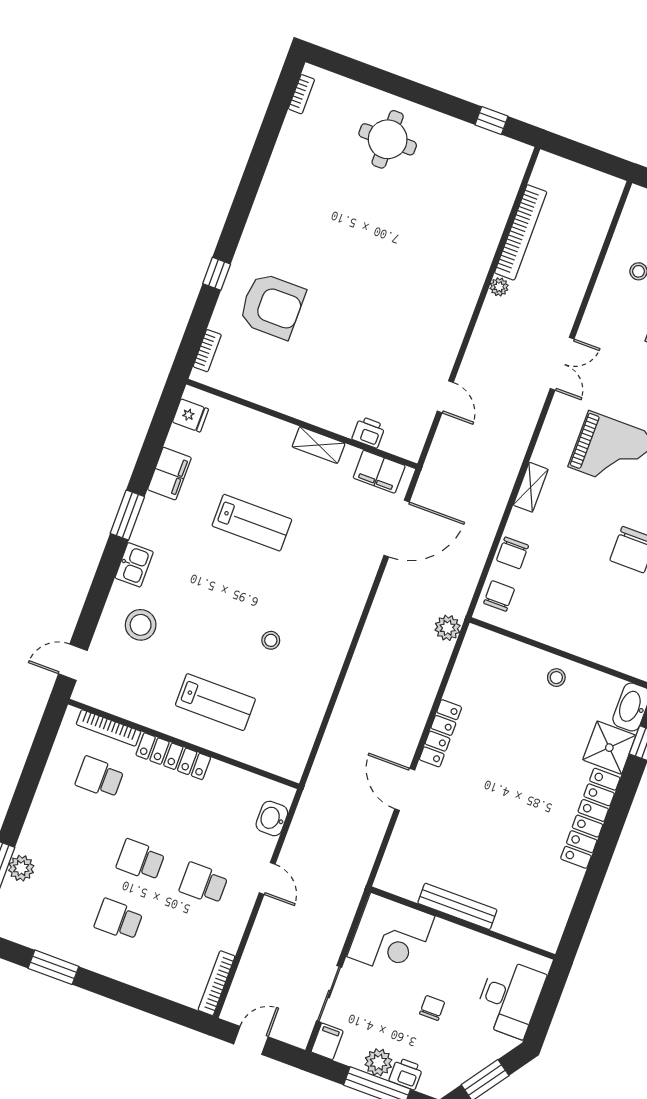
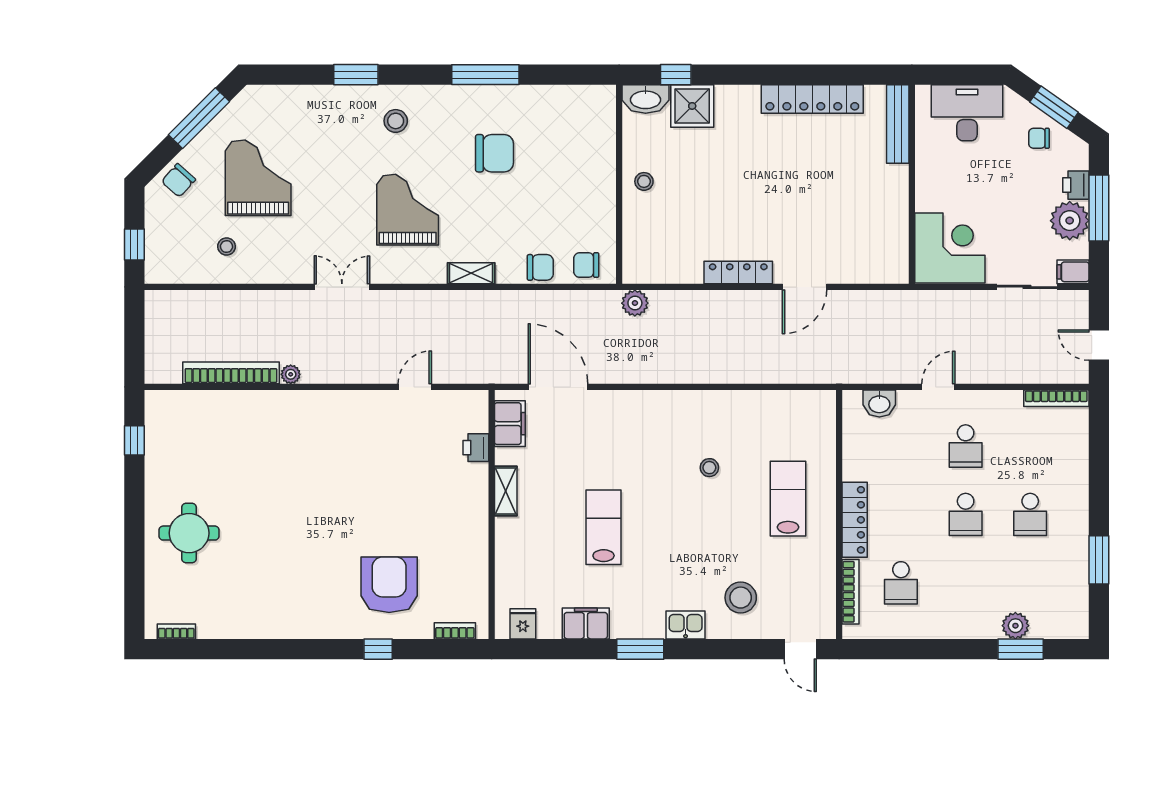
locker: (590, 818) -> (812, 99), moved
bench: (457, 906) -> (898, 124), moved
chair: (432, 1008) -> (1039, 138), moved
plant: (378, 1062) -> (1070, 221), width x1.36, depth x1.36

